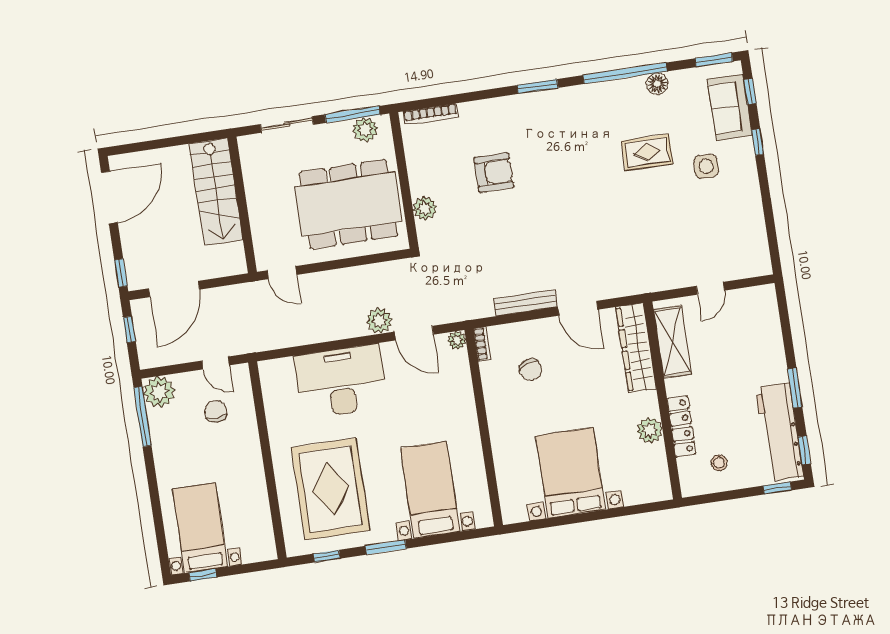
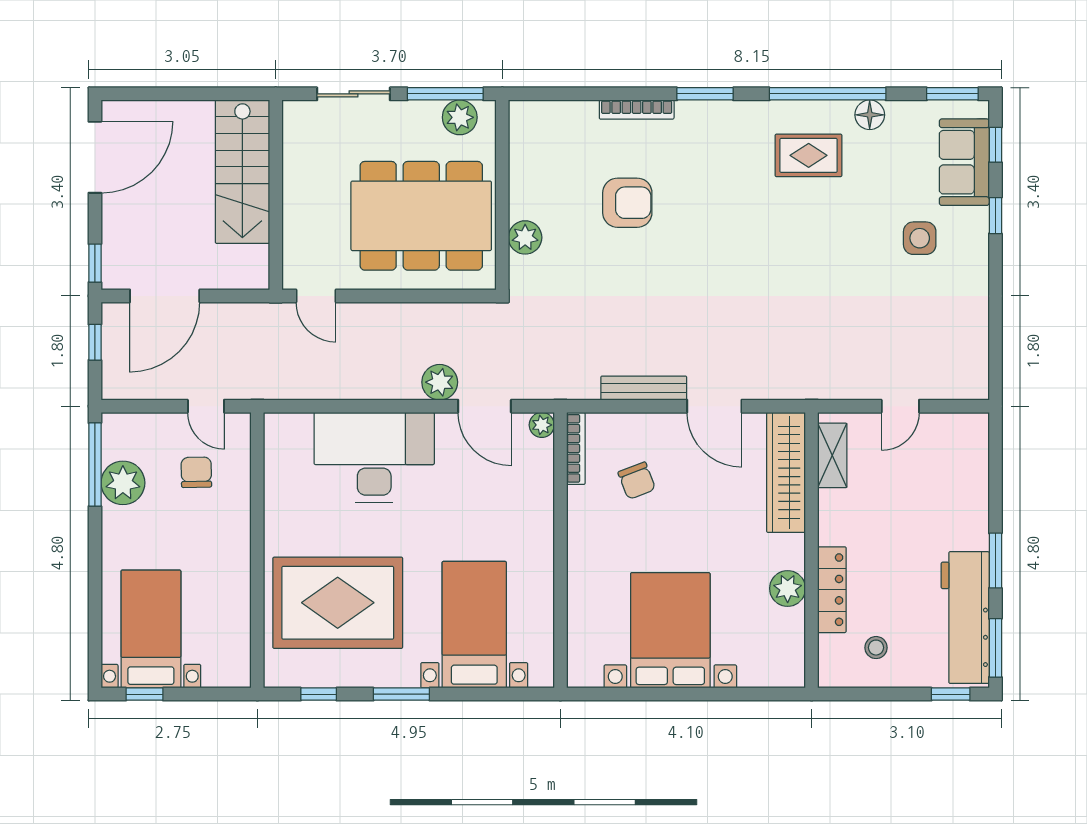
bookcase: (431, 114) -> (637, 110), moved
rug: (647, 152) -> (809, 155), moved
shelving: (672, 342) -> (832, 455), width x0.67, depth x0.75
bookcase: (482, 344) -> (576, 448), width x1.56
plant: (159, 392) -> (123, 483), moved
window: (804, 450) -> (995, 648), width x1.50
rug: (331, 489) -> (338, 603), turned 90

